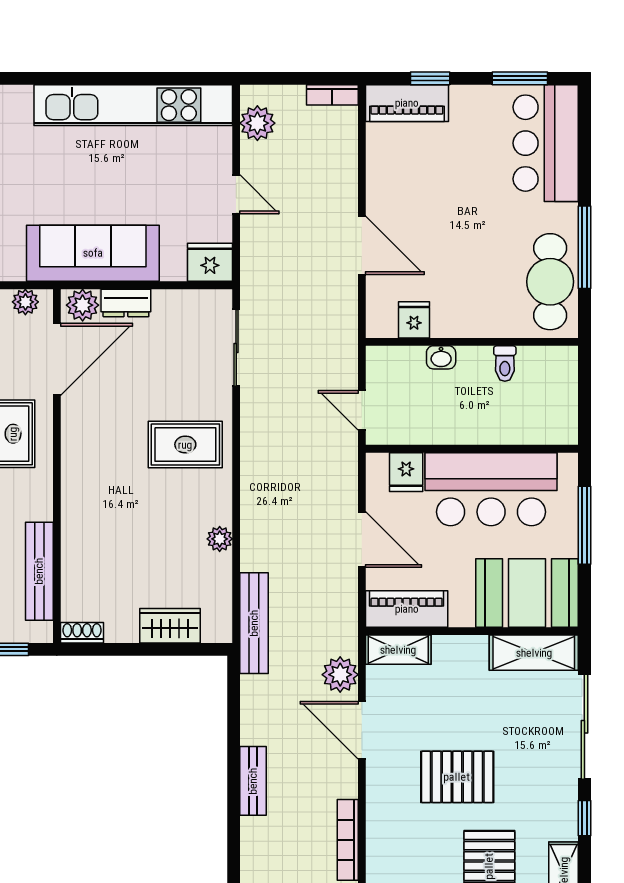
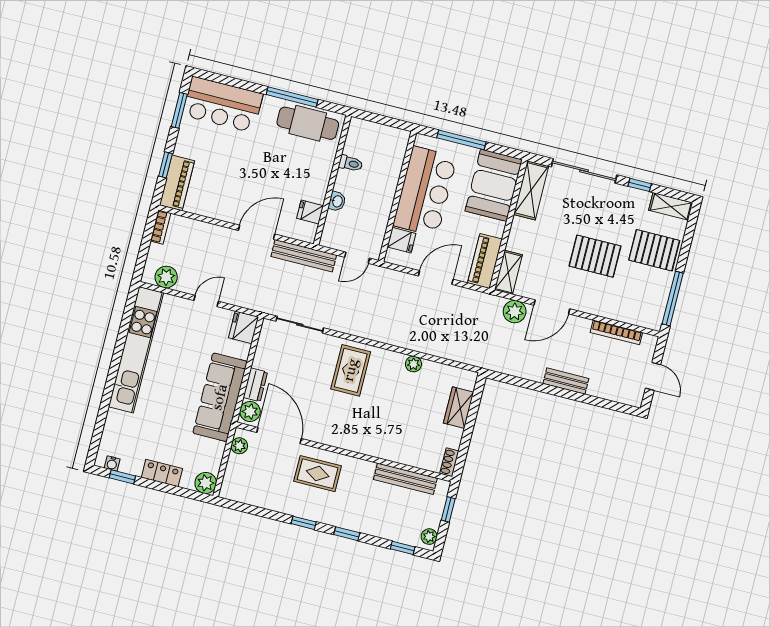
bench: (254, 623) -> (304, 256), moved
pallet: (457, 777) -> (595, 256), turned 90

